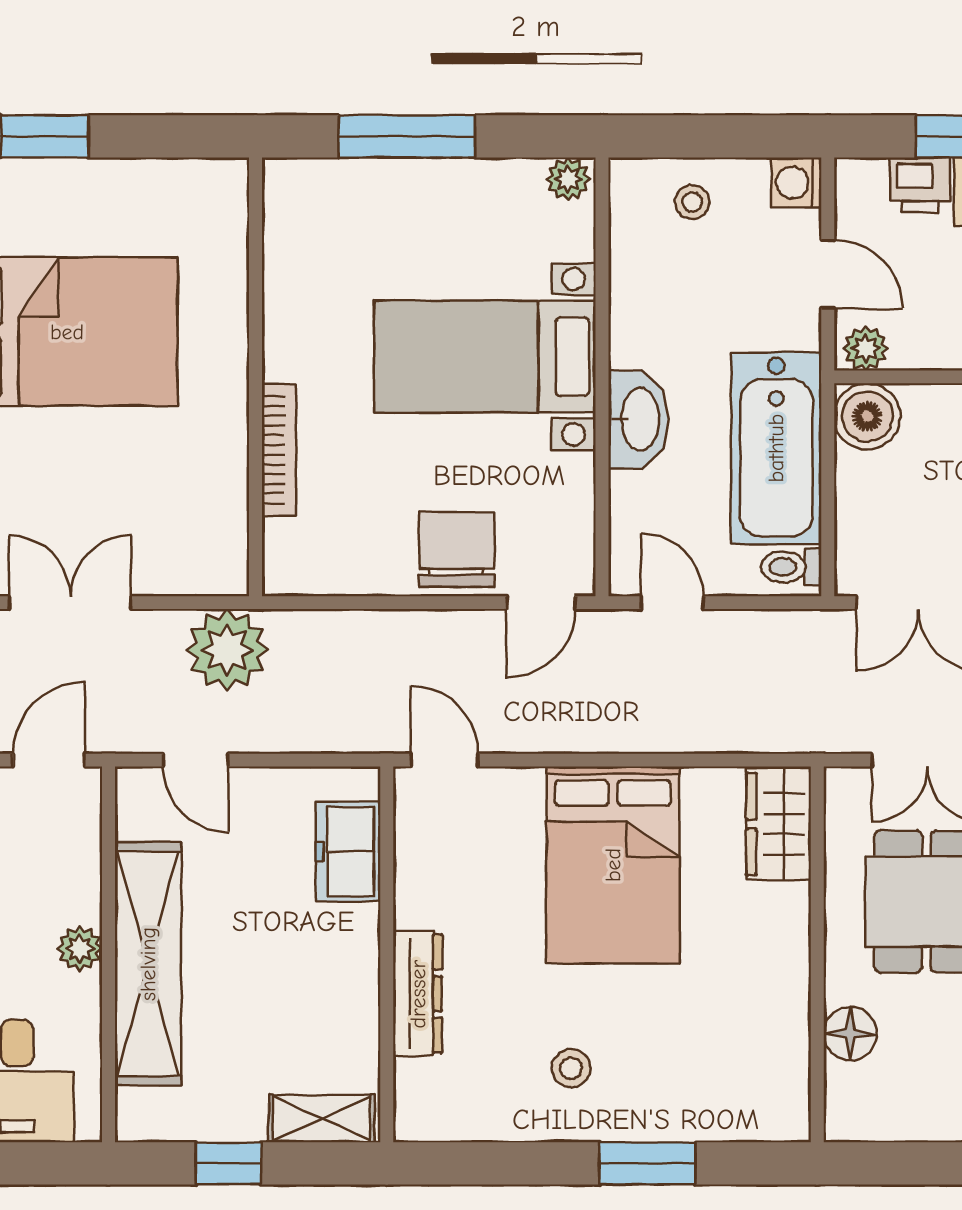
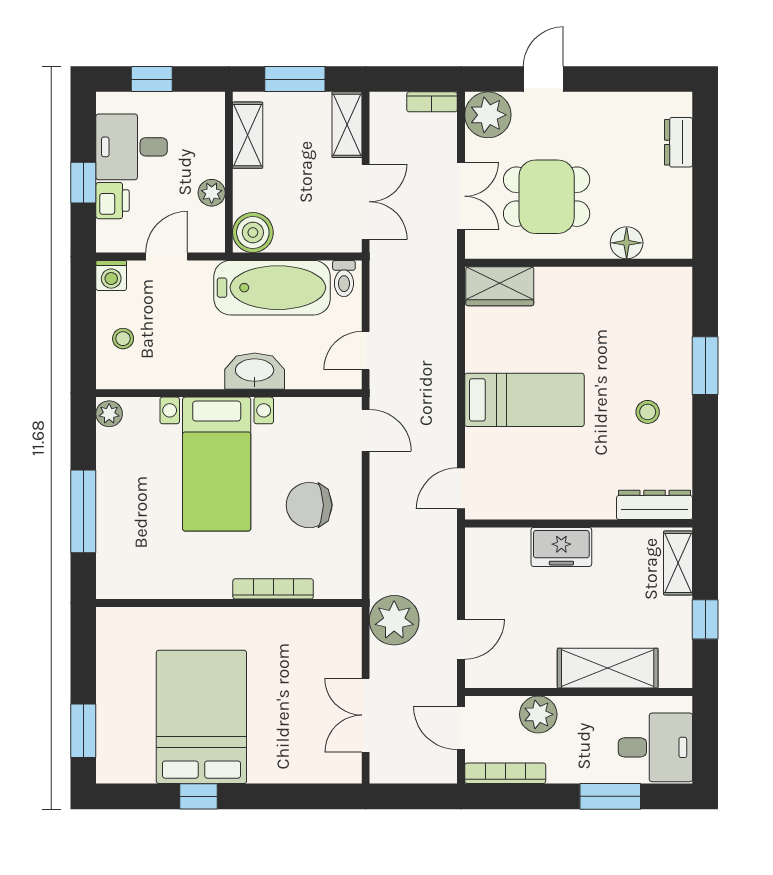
plant: (866, 348) -> (212, 193), moved
chair: (457, 549) -> (309, 505), moved
freezer: (348, 852) -> (561, 547), moved
bed: (613, 865) -> (524, 400), width x0.67
plant: (80, 949) -> (538, 714), moved, width x1.38, depth x1.38
shelving: (148, 964) -> (608, 668), width x0.68
dresser: (418, 994) -> (655, 505), moved

